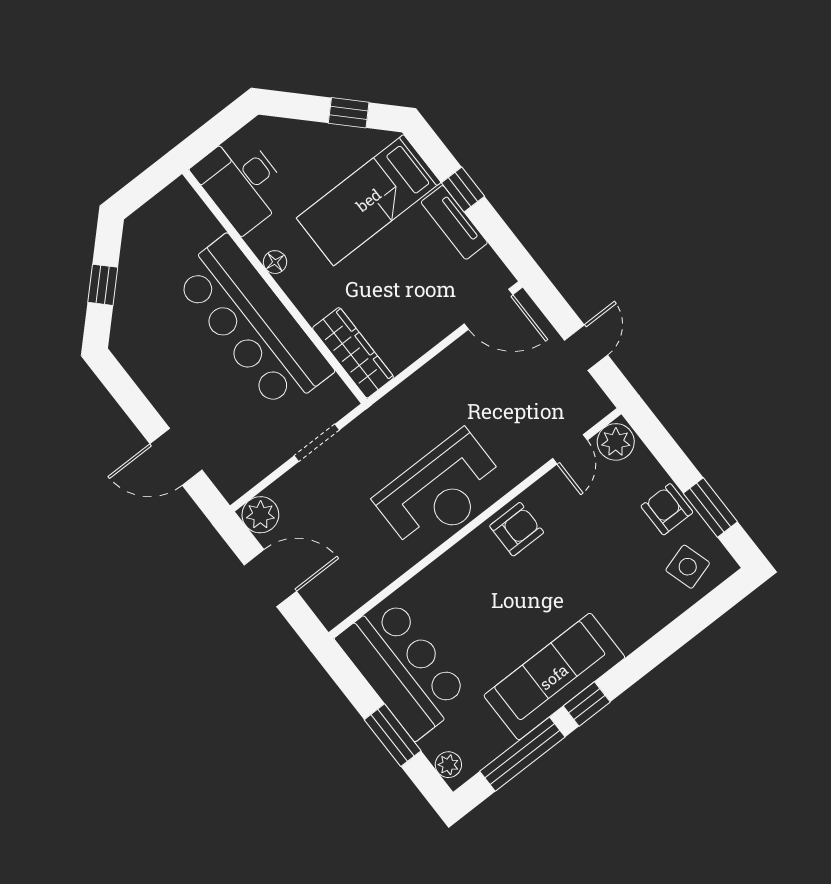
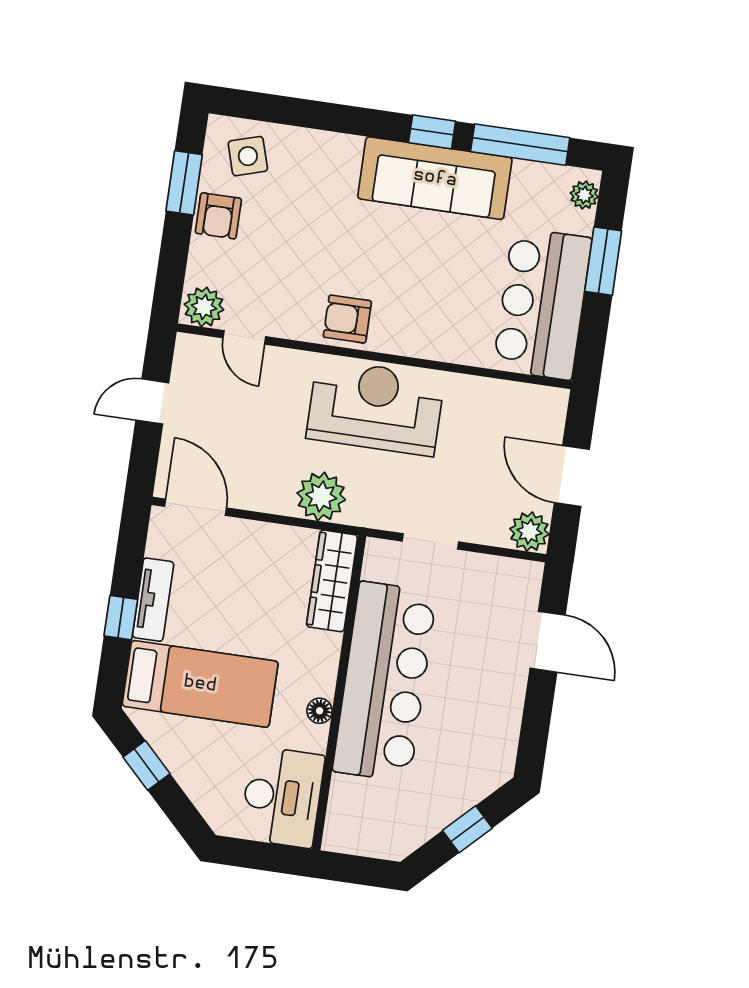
plant: (416, 399) -> (321, 496), added
door: (570, 449) -> (244, 337), swing flipped

